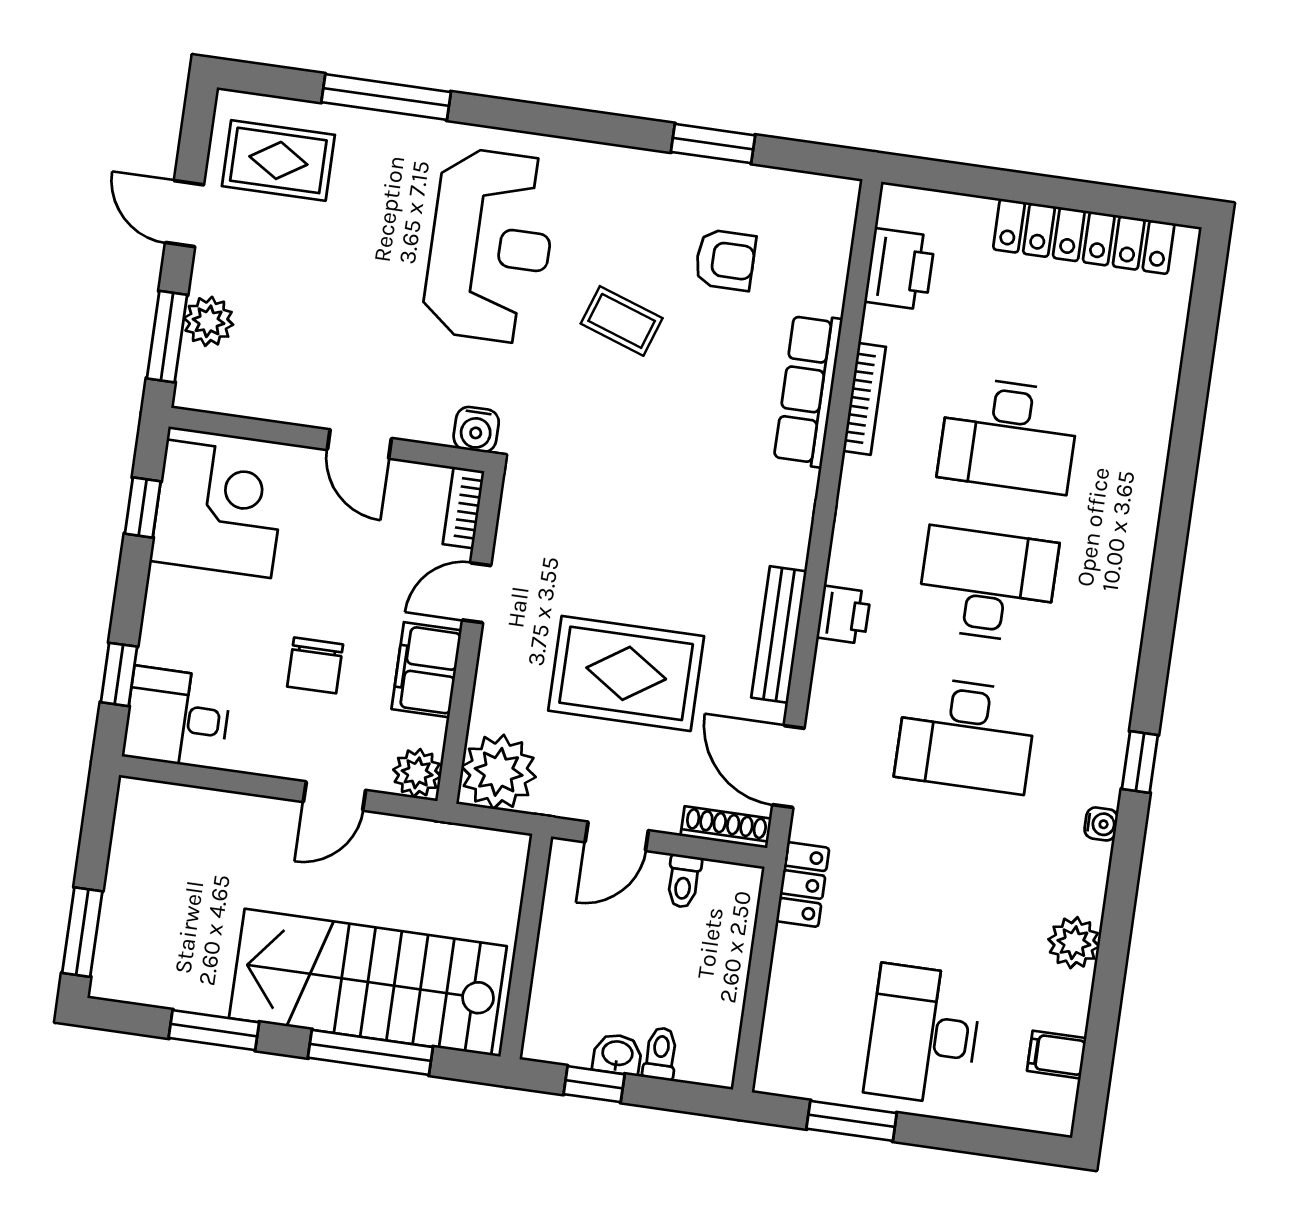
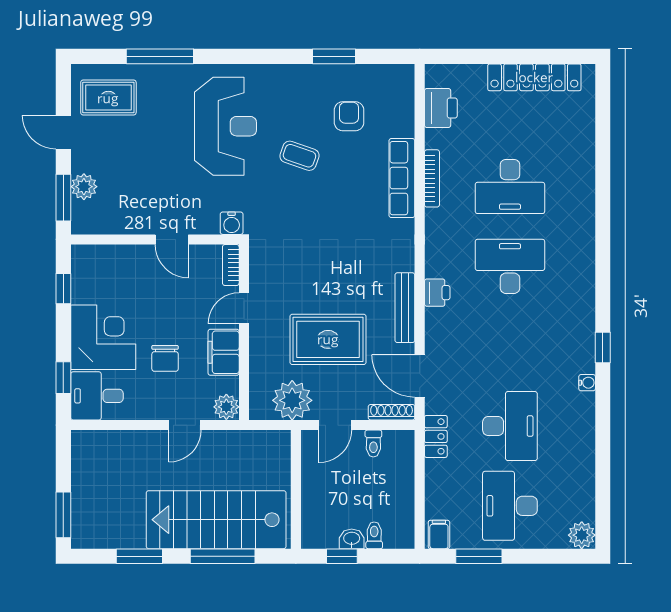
armchair: (725, 260) -> (349, 116), turned -90
corner desk: (219, 509) -> (103, 337), moved
desk: (966, 735) -> (510, 426), moved, turned -90
plant: (499, 772) -> (292, 400), moved
plant: (1074, 943) -> (582, 535), moved
filing cabinet: (1057, 1055) -> (439, 534), moved, turned 90

